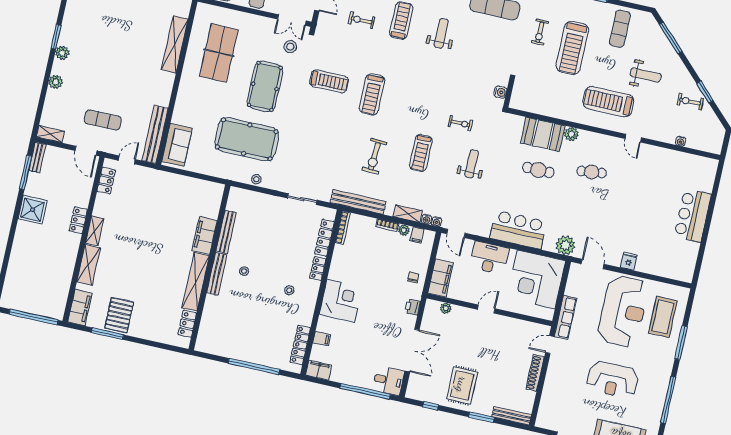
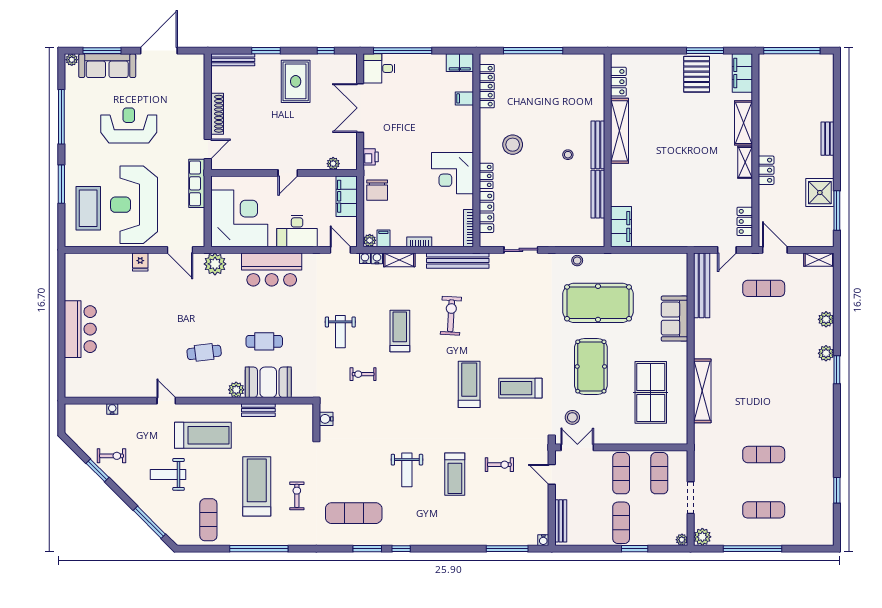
bench: (556, 113) -> (258, 410), added
sofa: (177, 145) -> (674, 319), moved
bench: (37, 158) -> (827, 139), moved
shower: (33, 210) -> (820, 193), moved
plant: (404, 230) -> (370, 240), moved
filing cabinet: (205, 235) -> (621, 226), moved
chair: (413, 277) -> (377, 190), width x1.87, depth x1.87
stool: (289, 290) -> (513, 145), width x1.89, depth x1.89
corner desk: (341, 301) -> (452, 173), moved

